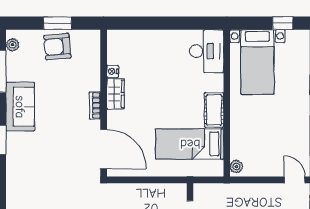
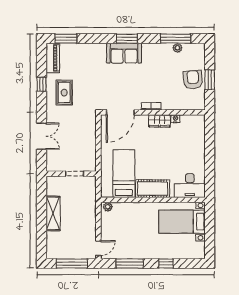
window: (283, 23) -> (210, 240), removed
plant: (13, 45) -> (177, 48), moved
sofa: (20, 107) -> (124, 53), moved
cot: (214, 110) -> (153, 189), width x1.37, depth x1.34

